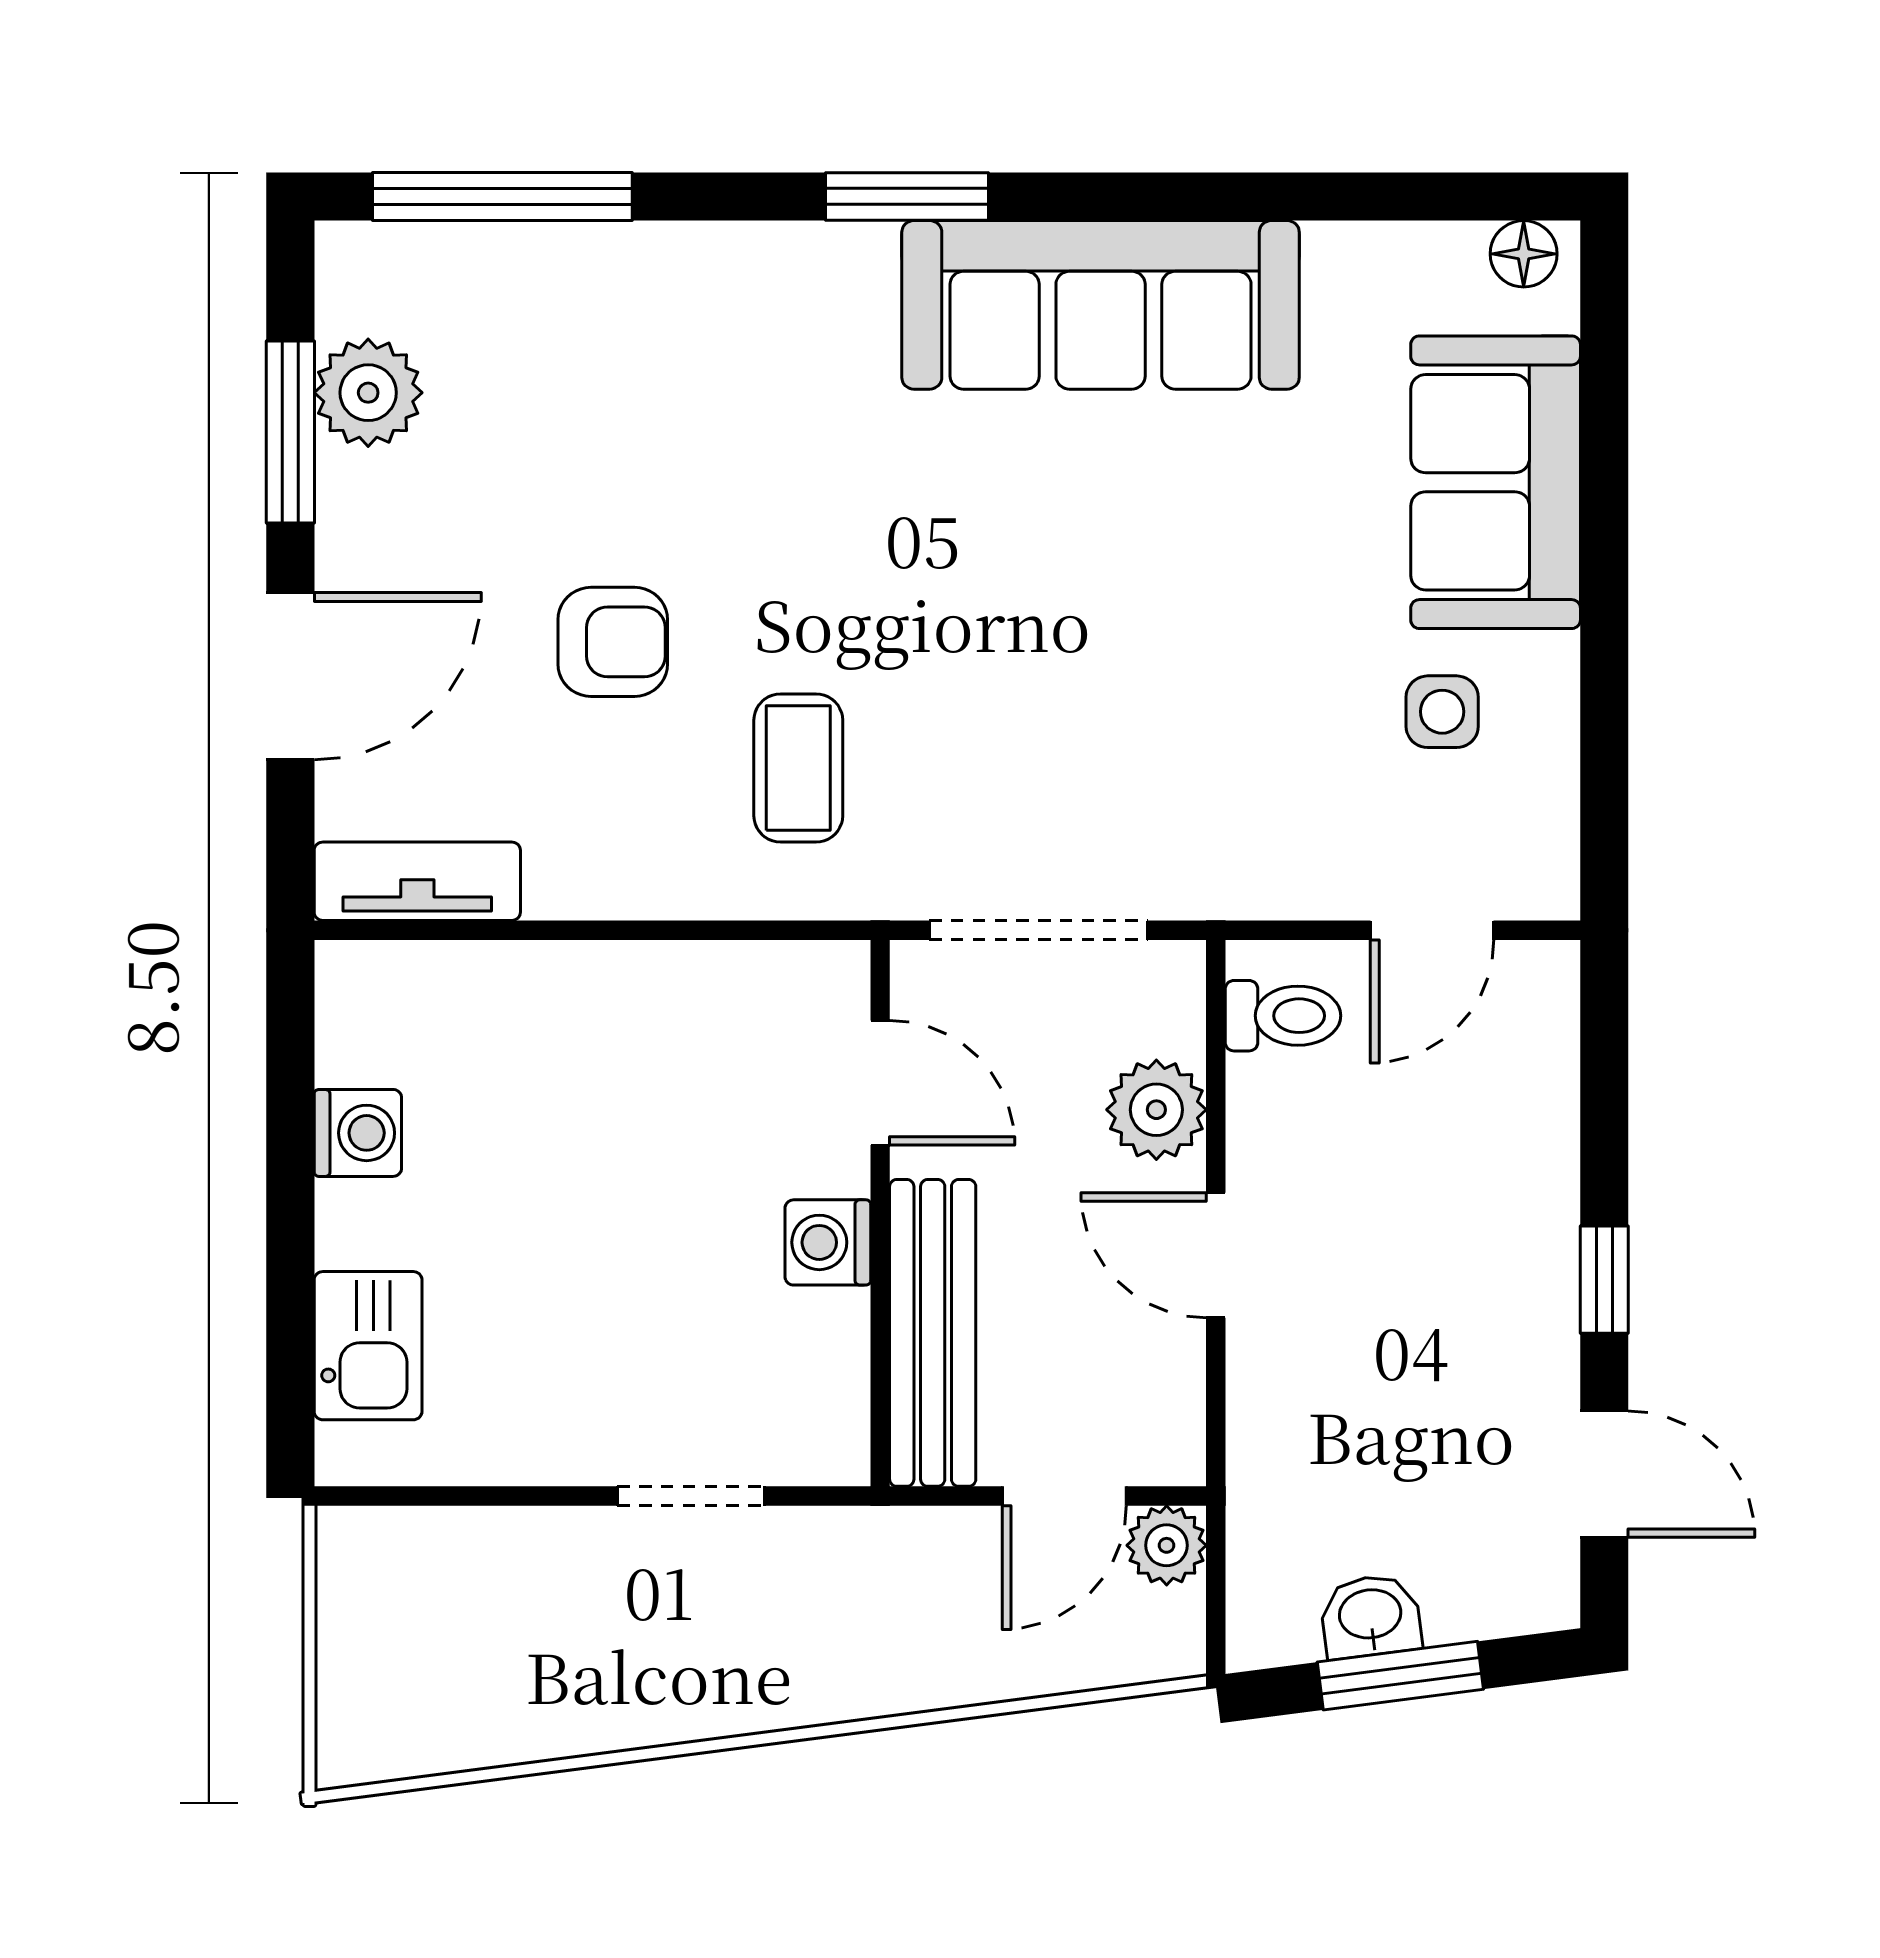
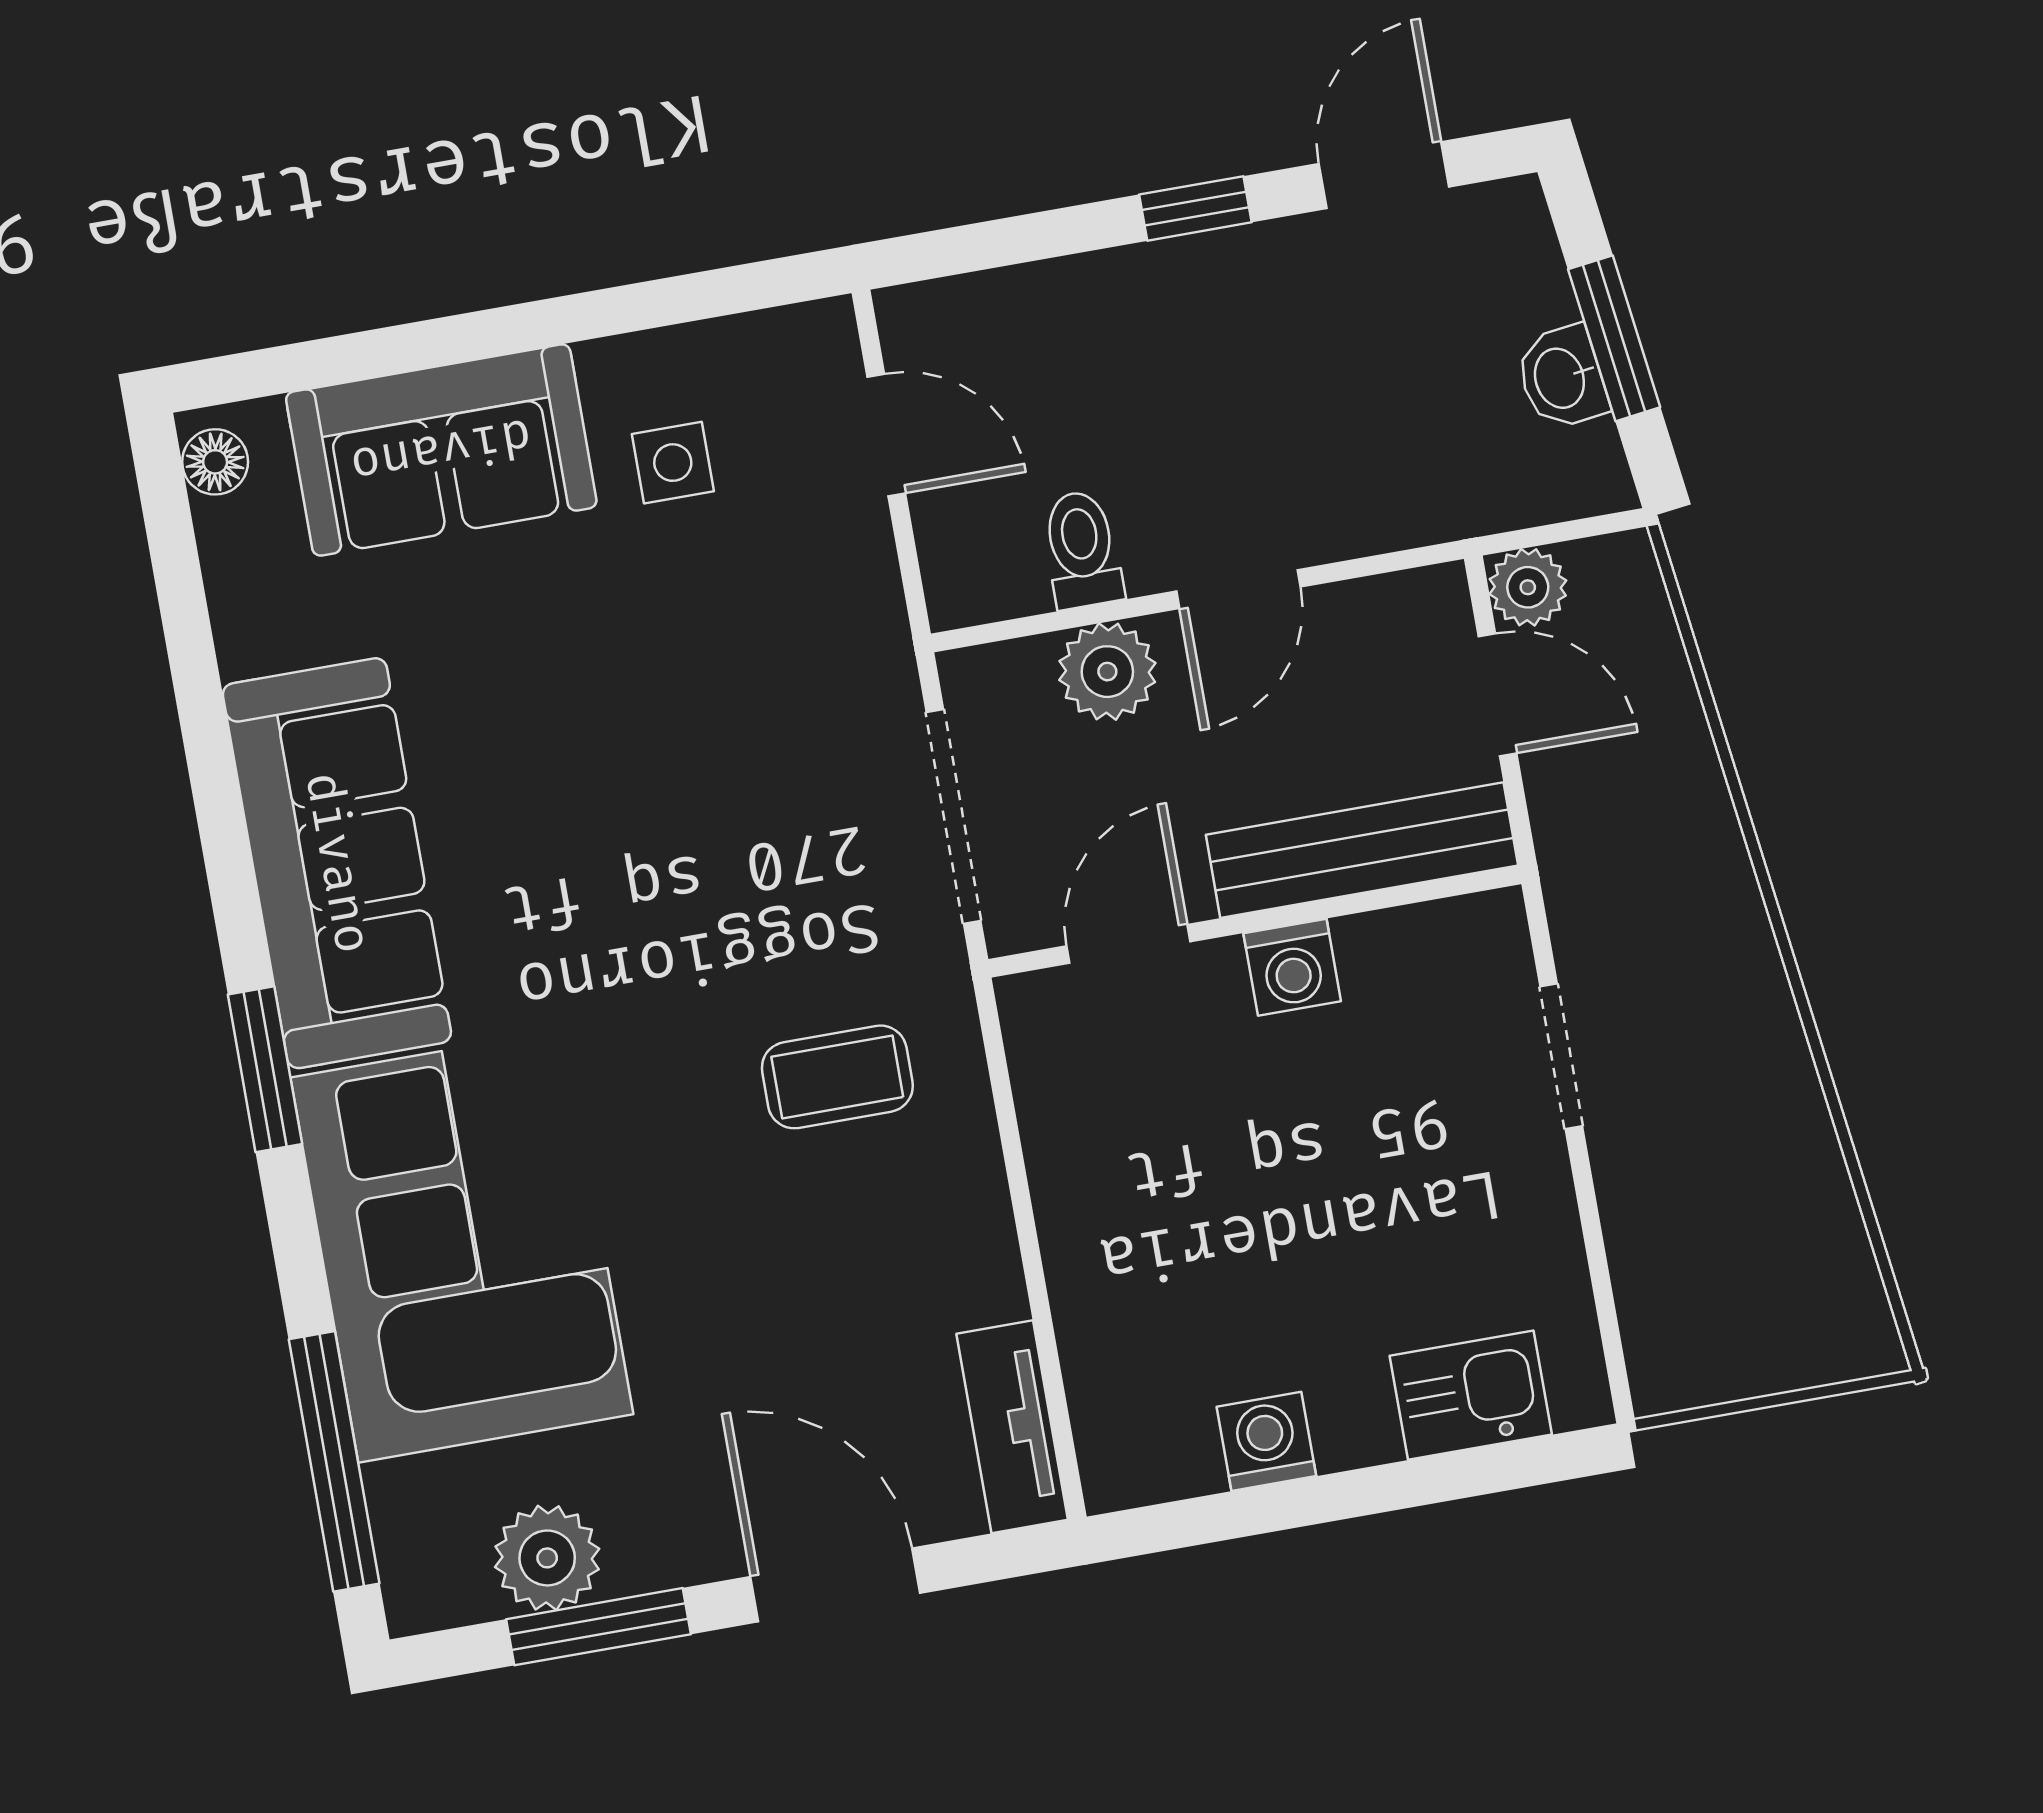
corner sofa: (695, 362) -> (462, 1246), added
armchair: (613, 642) -> (747, 1278), removed
toilet: (1283, 1016) -> (1082, 549), moved

